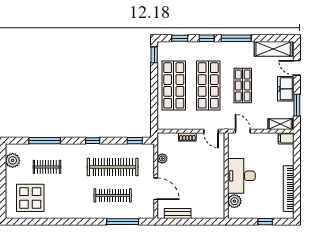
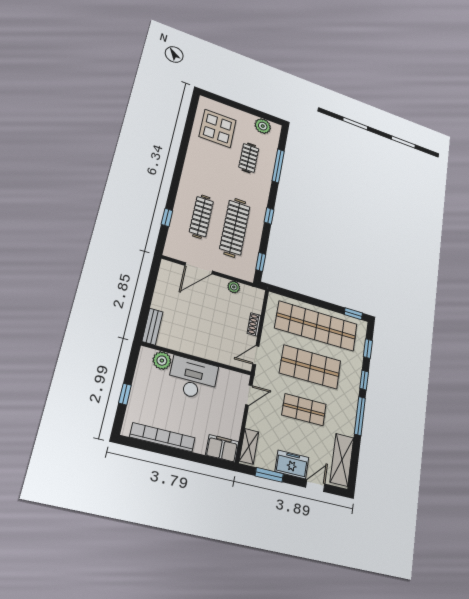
shop shelf: (174, 85) -> (316, 326), width x1.40
filing cabinet: (286, 138) -> (222, 448), width x2.00
bench: (178, 214) -> (152, 327), moved
window: (123, 222) -> (167, 217), width x0.46

